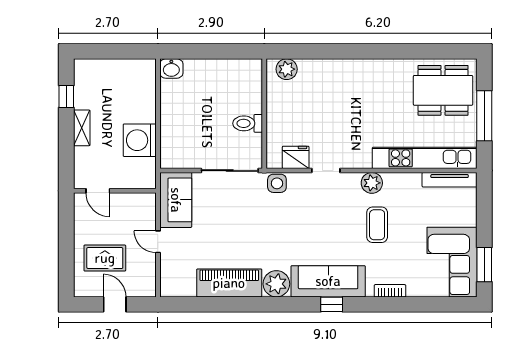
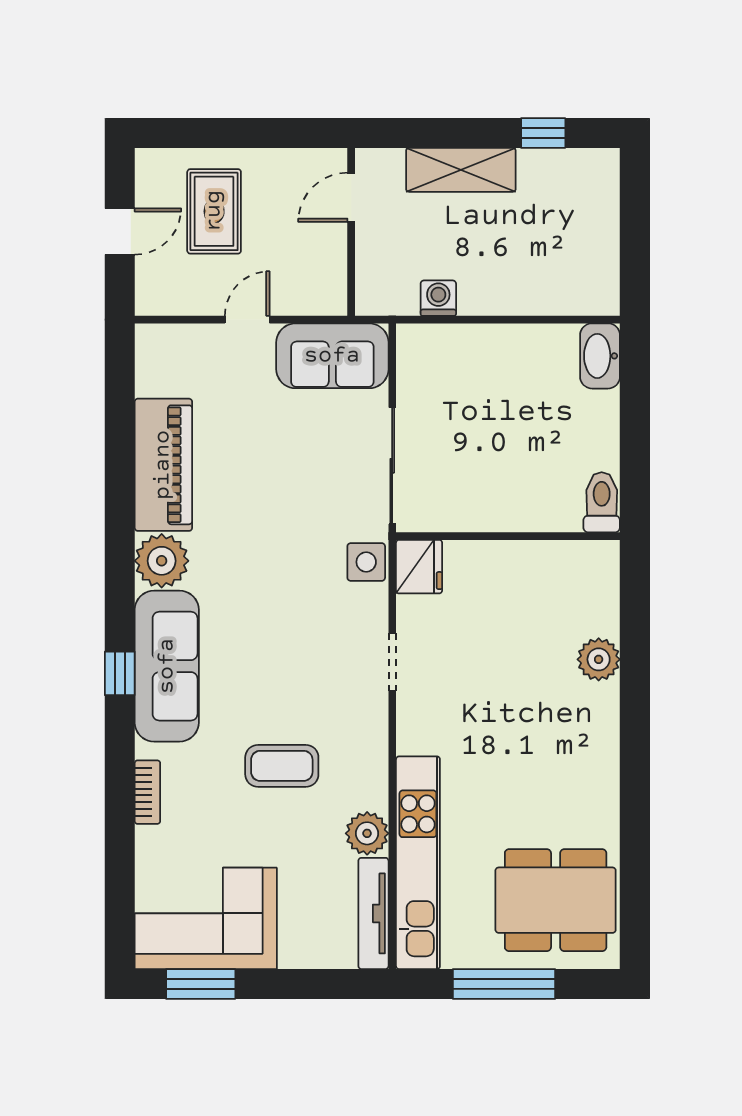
washbasin: (171, 69) -> (600, 356), width x1.38
plant: (287, 69) -> (599, 659), moved
dining table: (443, 90) -> (556, 900), turned 90
toilet: (248, 123) -> (602, 502), moved
shelving: (82, 128) -> (461, 170), width x1.50, depth x1.33
washing machine: (140, 140) -> (438, 298), width x0.53, depth x0.53
fridge: (296, 157) -> (419, 567), moved
plant: (372, 183) -> (367, 833), moved

